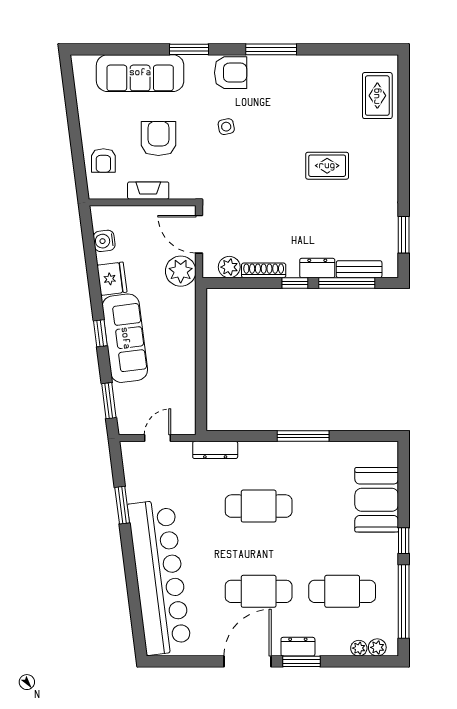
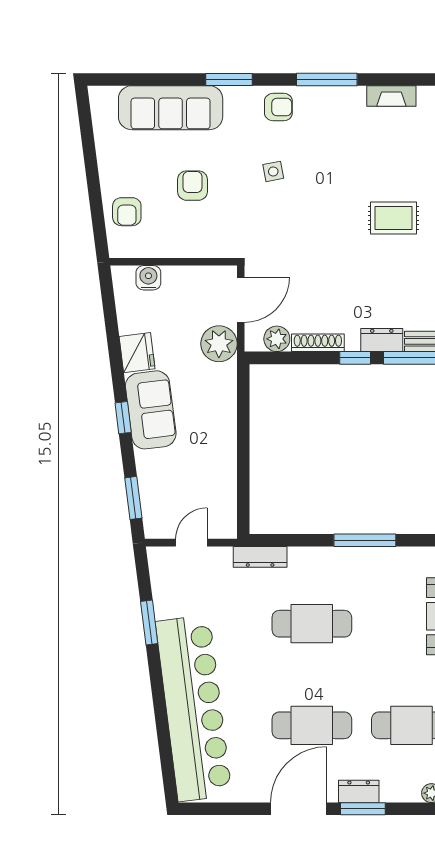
armchair: (231, 73) -> (278, 107), width x0.72, depth x0.72
armchair: (158, 138) -> (193, 186), width x0.72, depth x0.72
fireplace: (148, 191) -> (391, 96), moved, turned 180
door: (199, 234) -> (241, 300), swing flipped
water cooler: (104, 241) -> (148, 278), moved, turned 97
sofa: (125, 338) -> (151, 410), width x0.73

